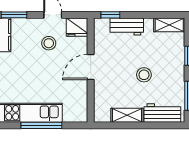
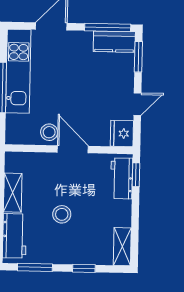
workbench: (127, 27) -> (122, 178), moved
stool: (49, 43) -> (49, 132), moved

